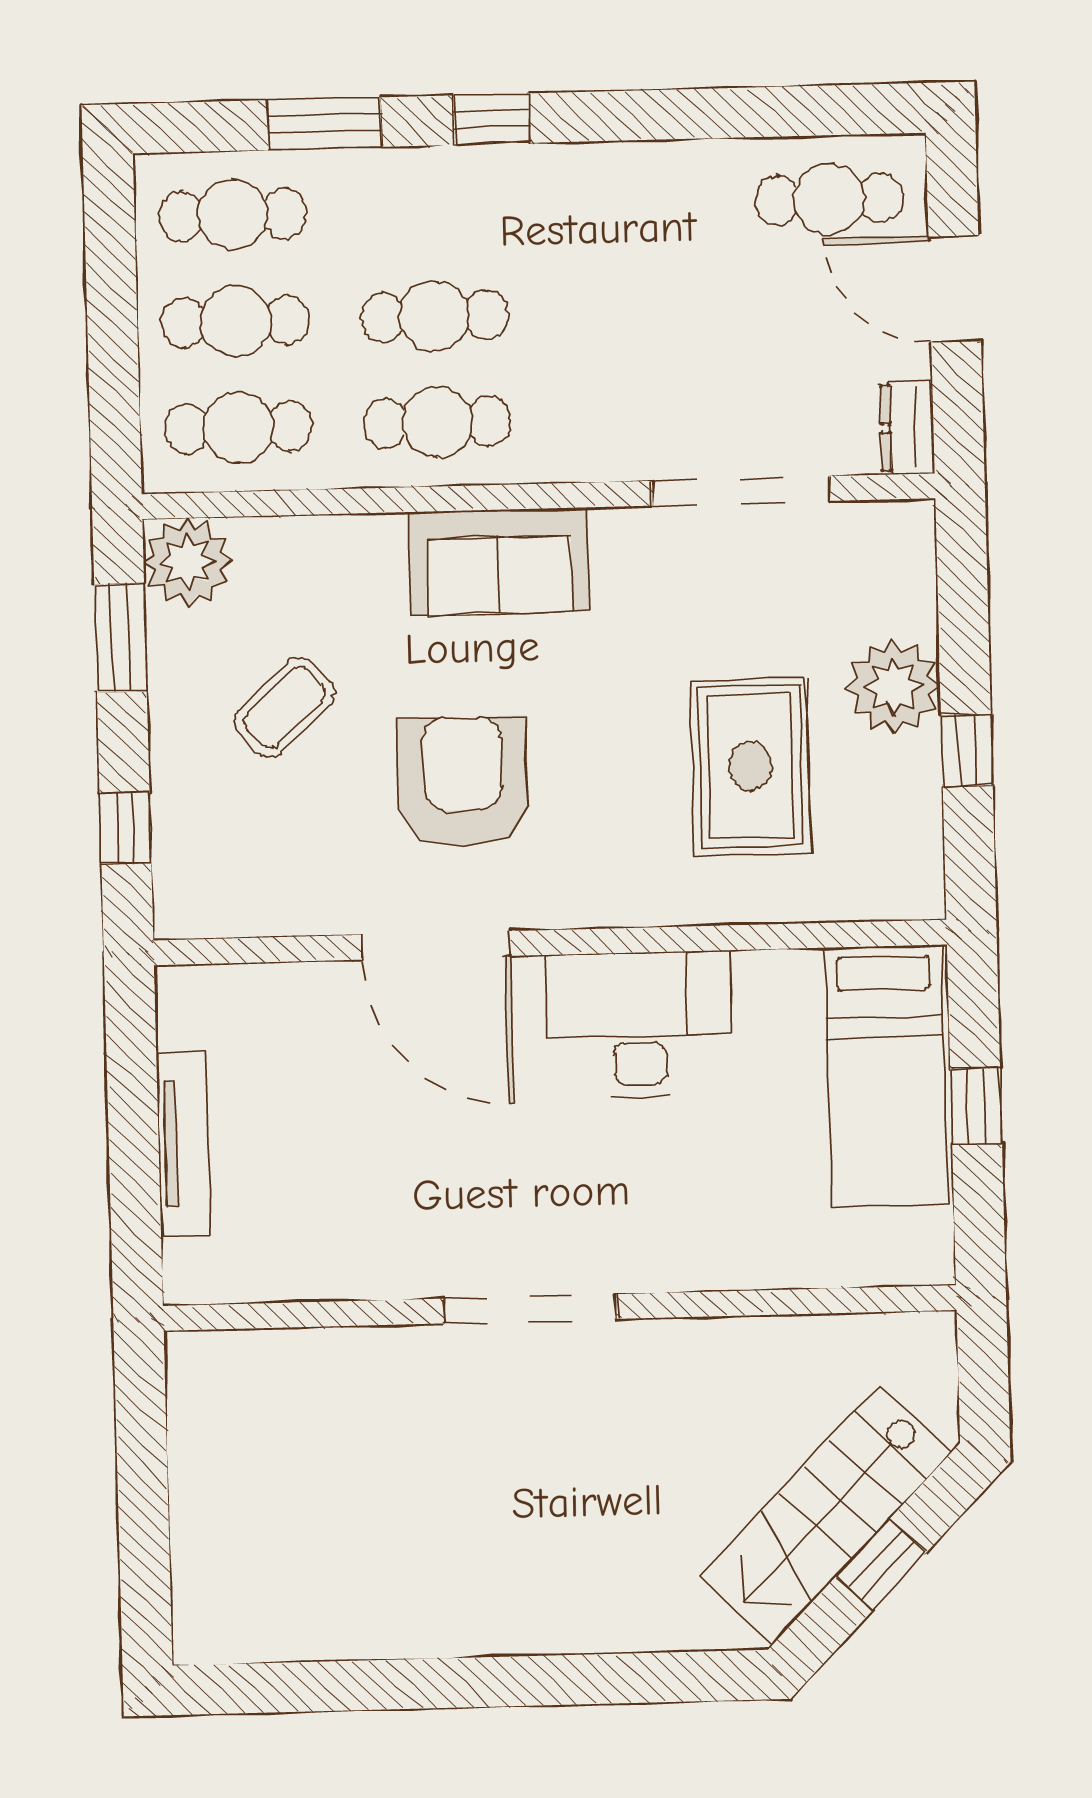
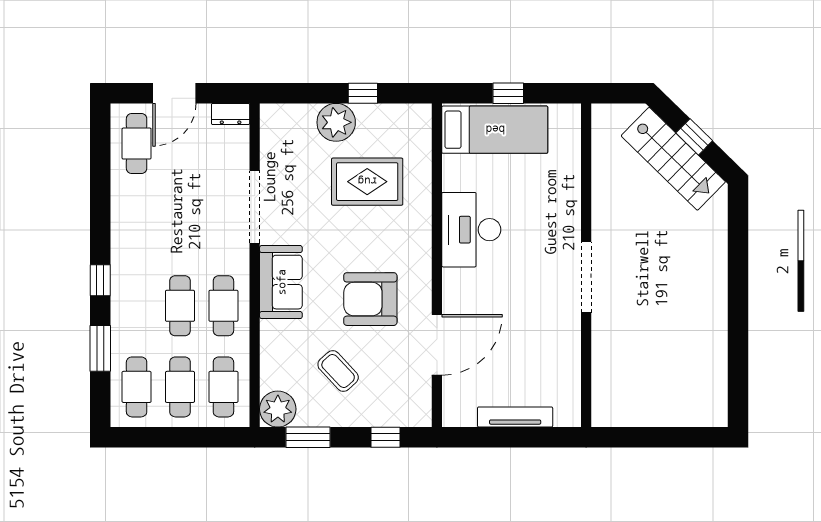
doorway: (741, 491) -> (255, 207), moved
door: (436, 945) -> (437, 345), moved

